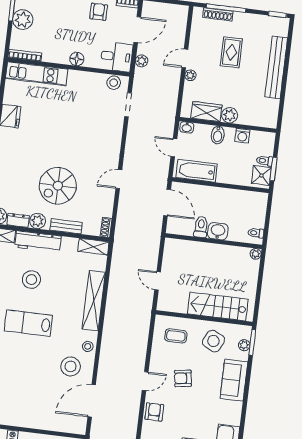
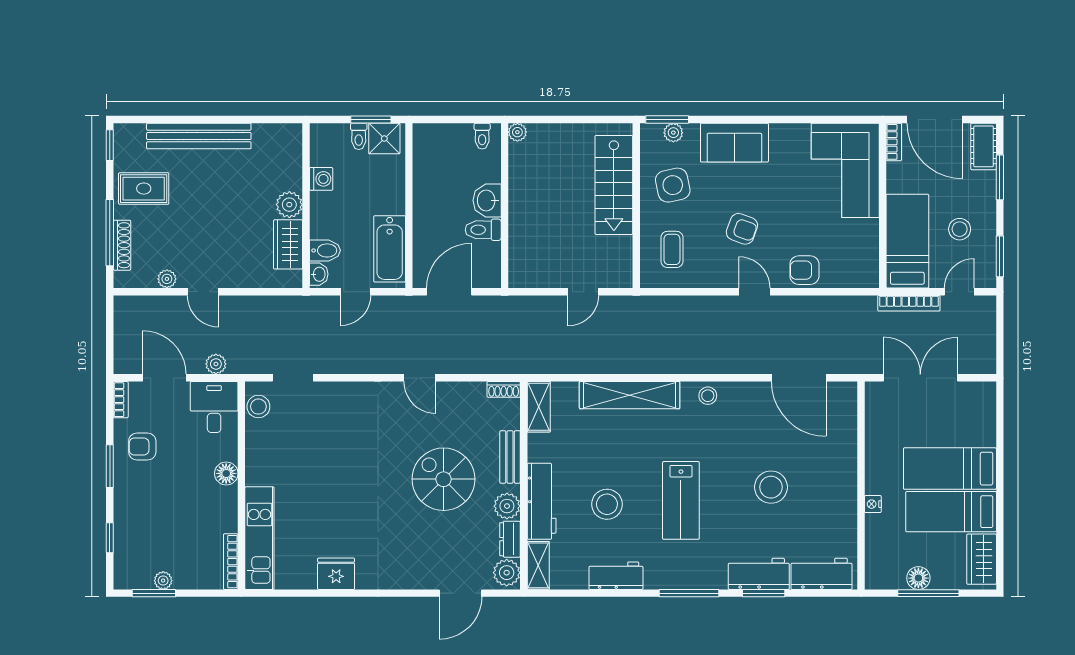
plant: (23, 20) -> (163, 581), width x0.53, depth x0.53
rug: (231, 52) -> (144, 189), moved
plant: (190, 75) -> (167, 279), moved
bidet: (218, 135) -> (325, 250), moved
spiral stairs: (58, 186) -> (444, 479), turned 180
side table: (213, 341) -> (673, 185), turned -38
stool: (71, 366) -> (771, 487), moved
armchair: (183, 378) -> (742, 229), turned -62

